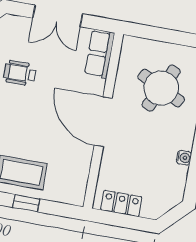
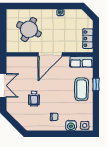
row of seats: (100, 54) -> (81, 62), moved

